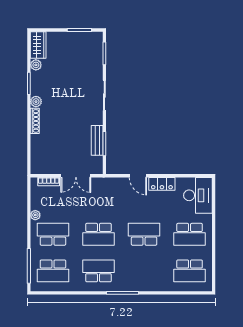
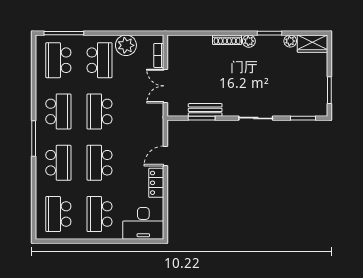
plant: (35, 215) -> (126, 45), width x1.87, depth x1.87
school desk: (144, 234) -> (100, 163), turned 180
school desk: (144, 271) -> (58, 163), added

